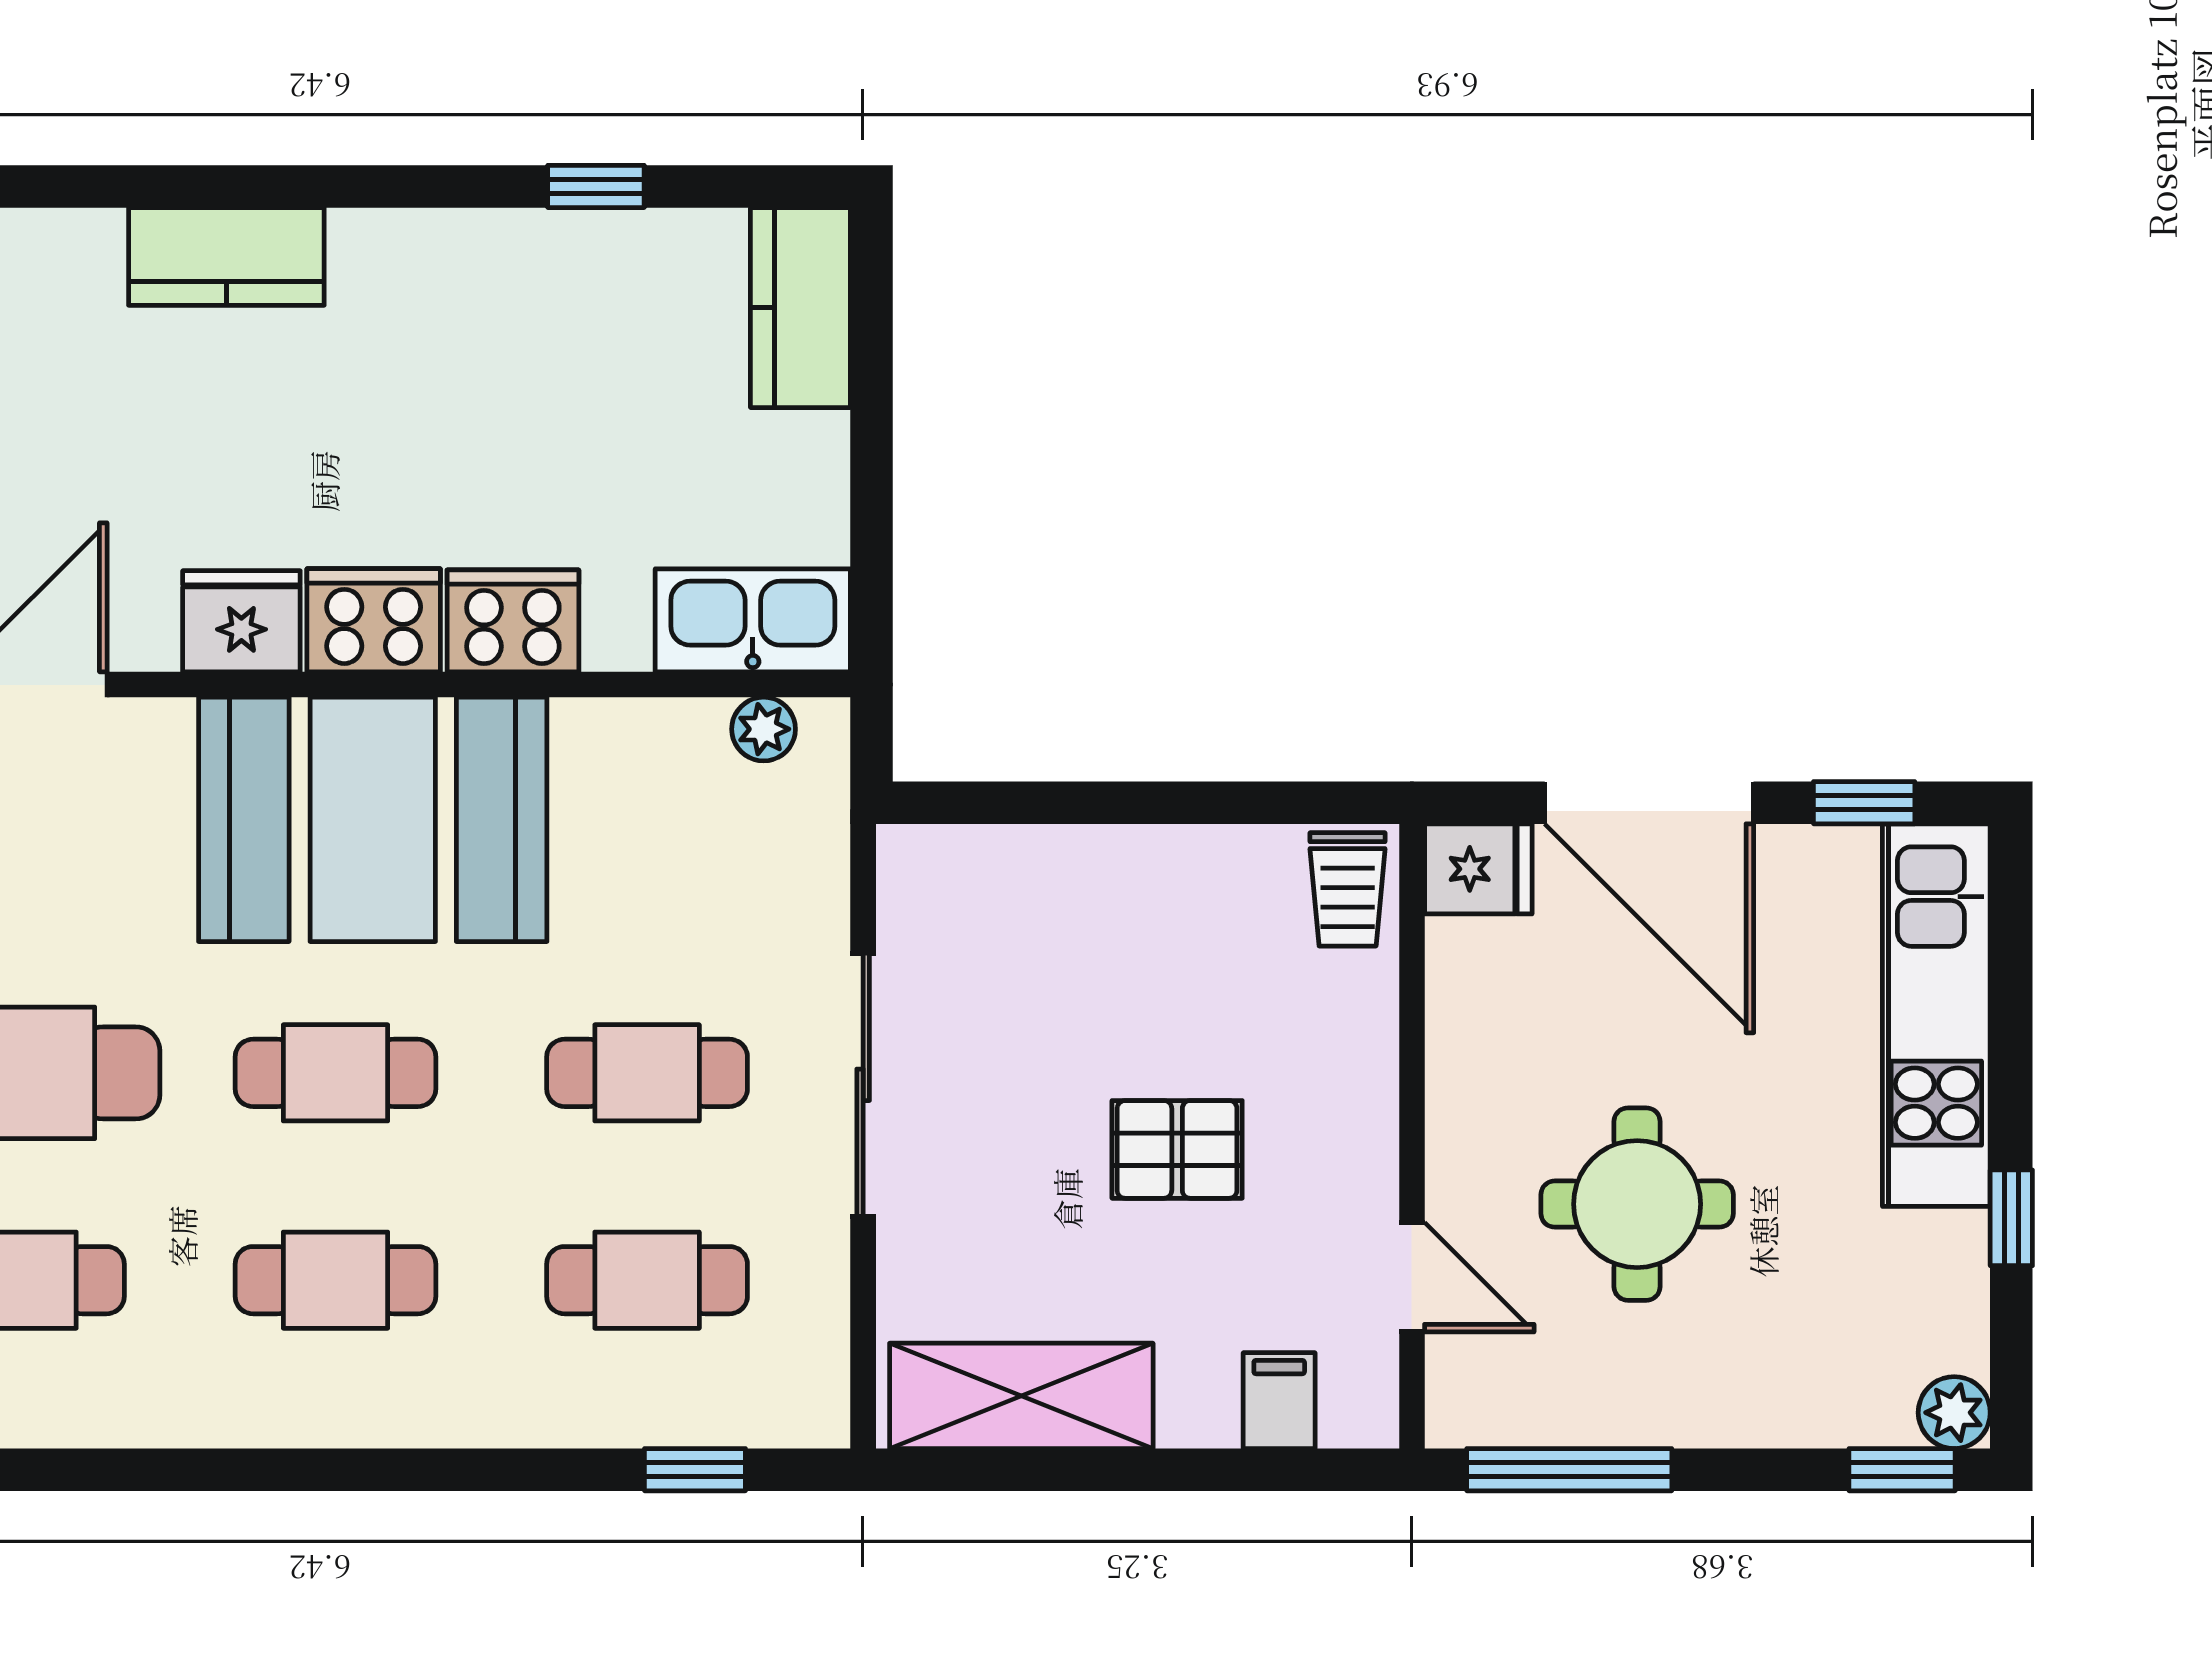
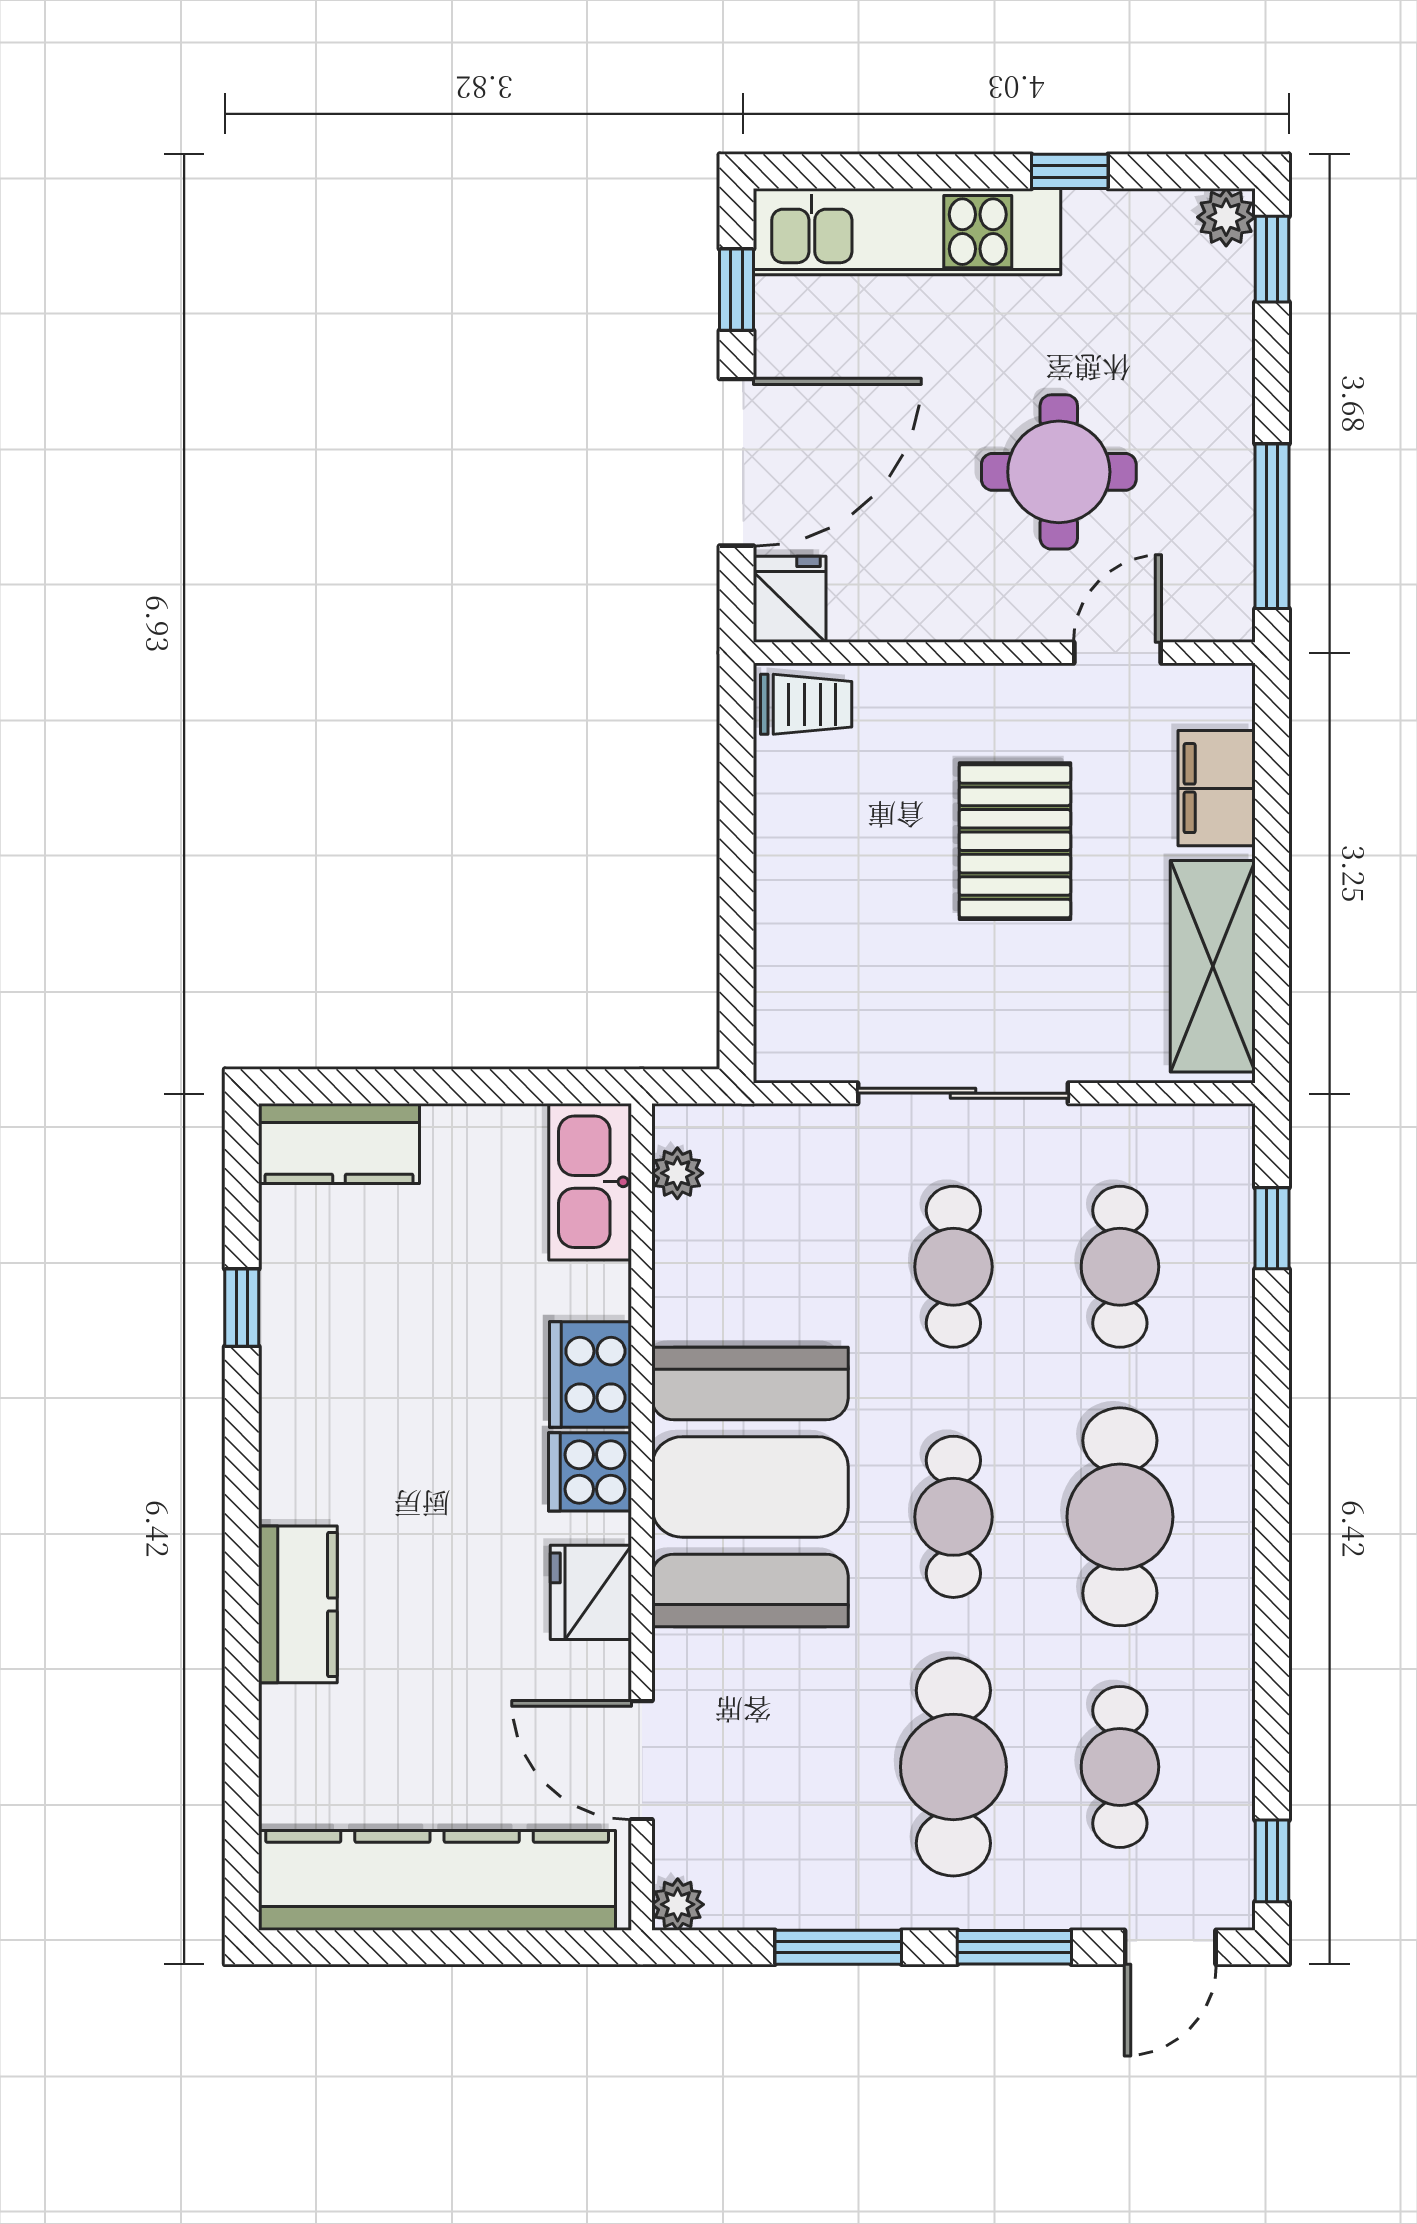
cooker: (374, 620) -> (590, 1472), width x0.73
pallet: (1177, 1149) -> (1015, 841), width x1.50, depth x1.42
cafe table: (336, 1280) -> (1120, 1517), width x1.37, depth x1.35
filing cabinet: (1279, 1401) -> (1217, 788), width x2.00

